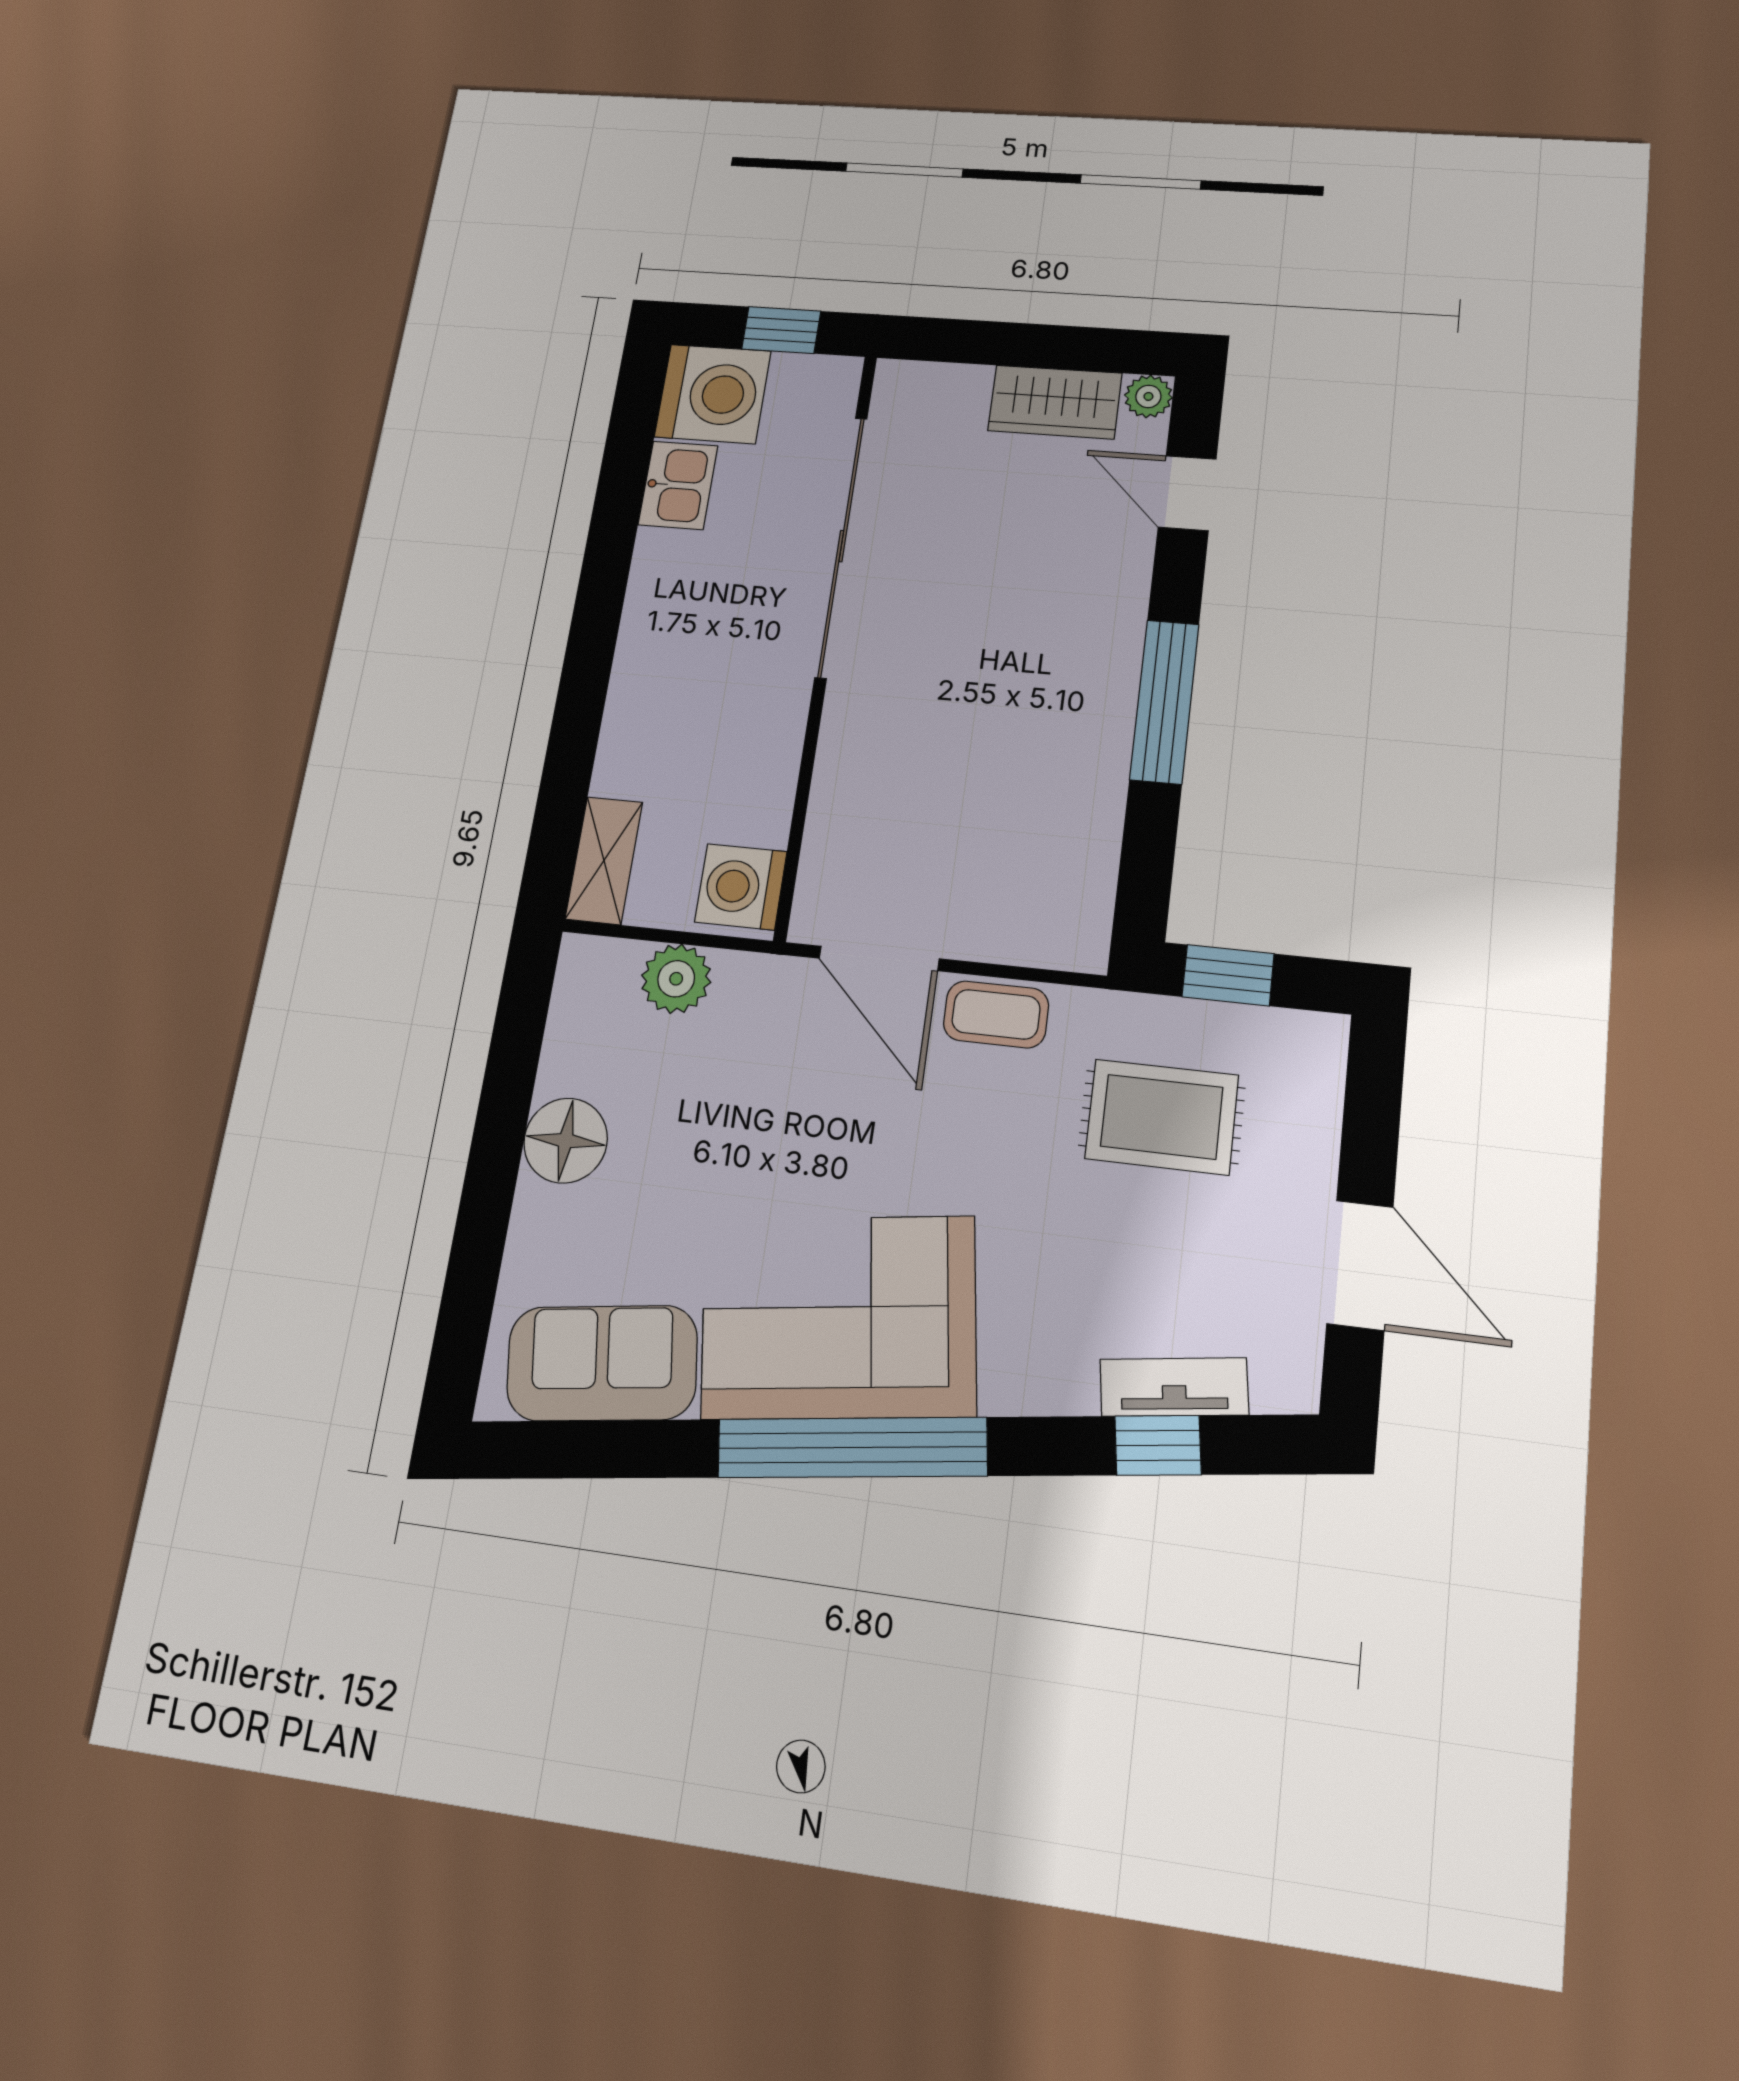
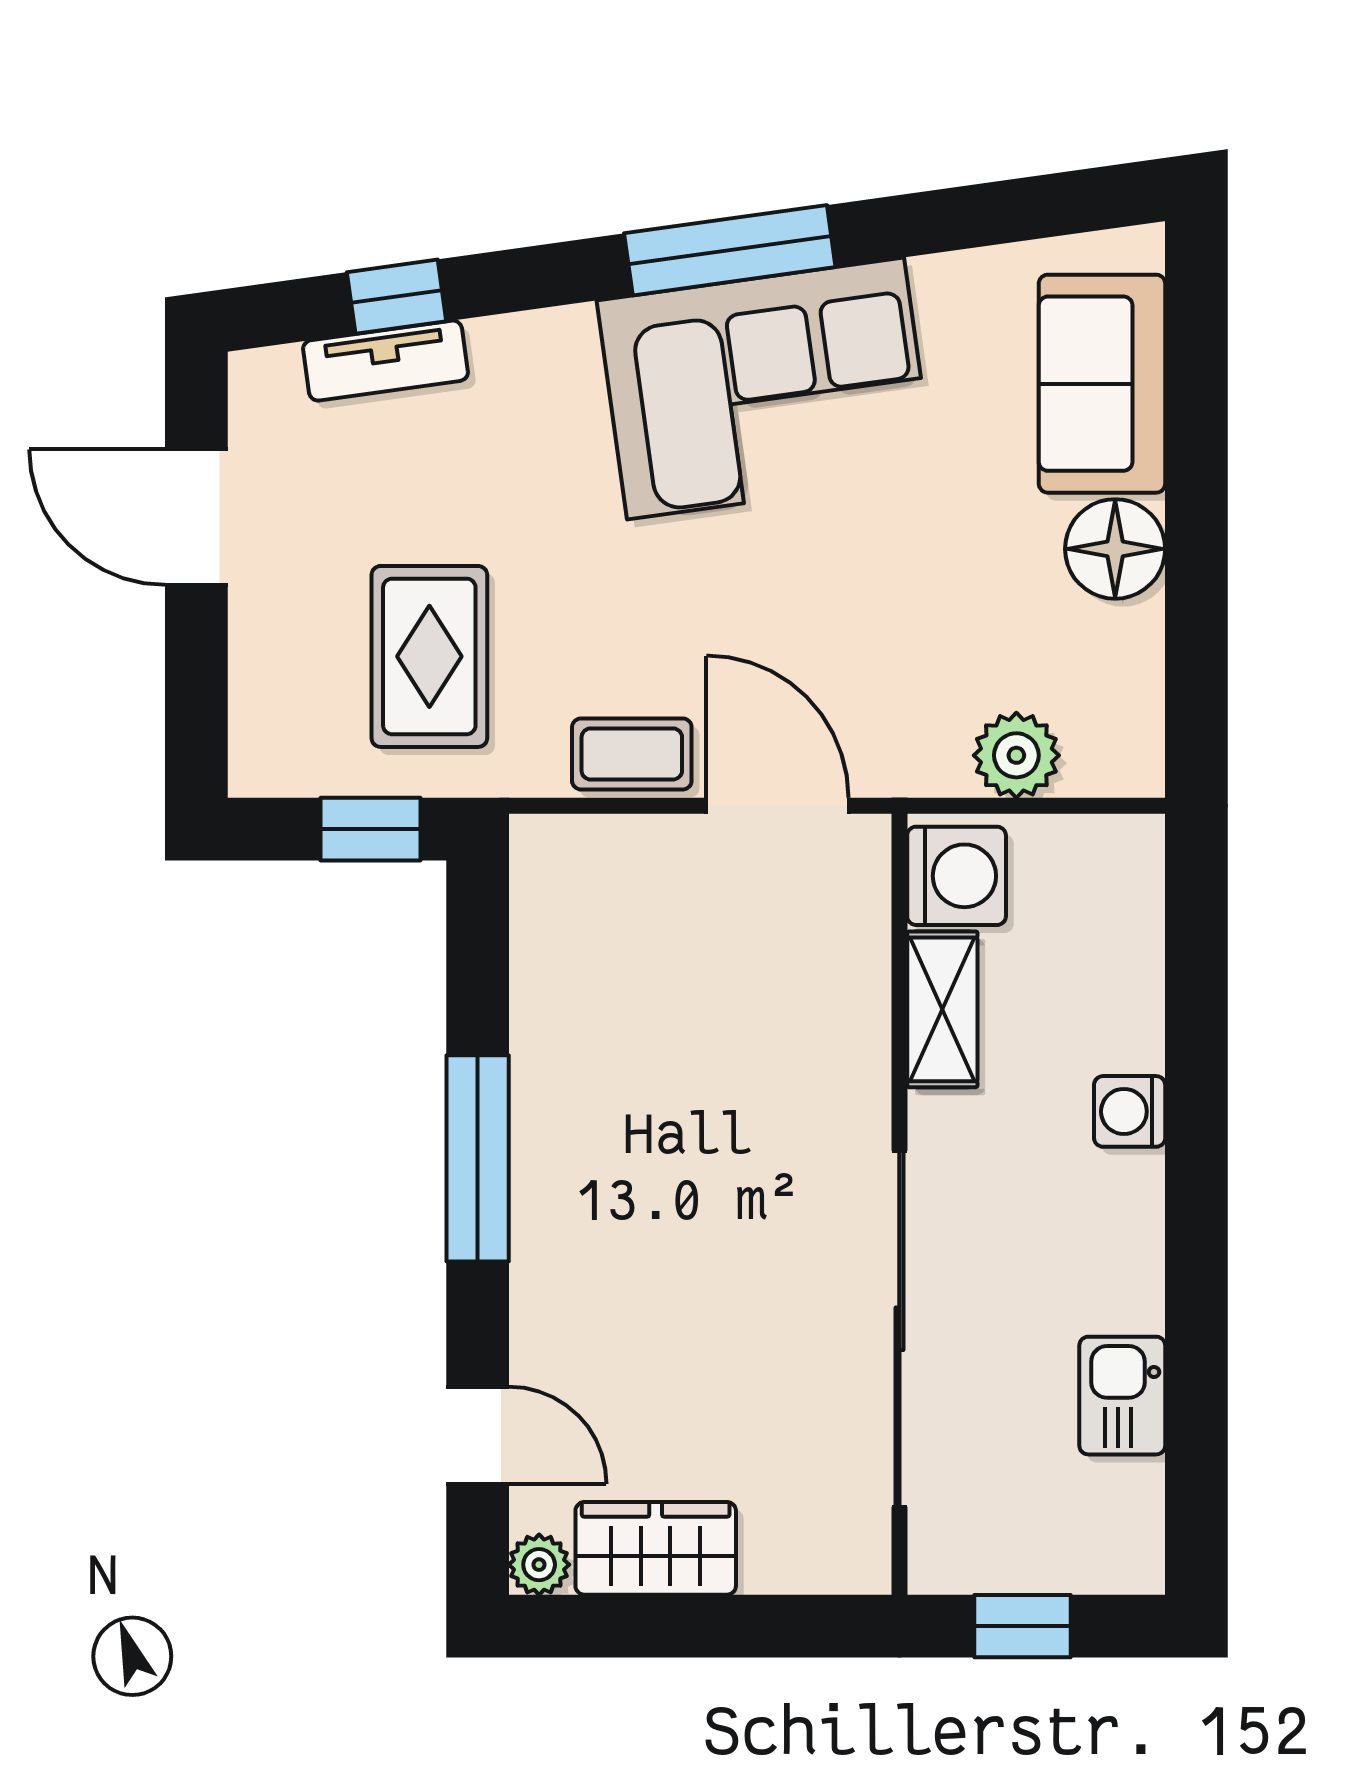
washing machine: (713, 394) -> (1130, 1111), moved, width x0.53, depth x0.53
shelving: (604, 860) -> (942, 1009), moved
rug: (1162, 1117) -> (429, 656), turned 90
sofa: (602, 1363) -> (1102, 384), moved, turned 98
window: (852, 1447) -> (730, 250), width x0.68

